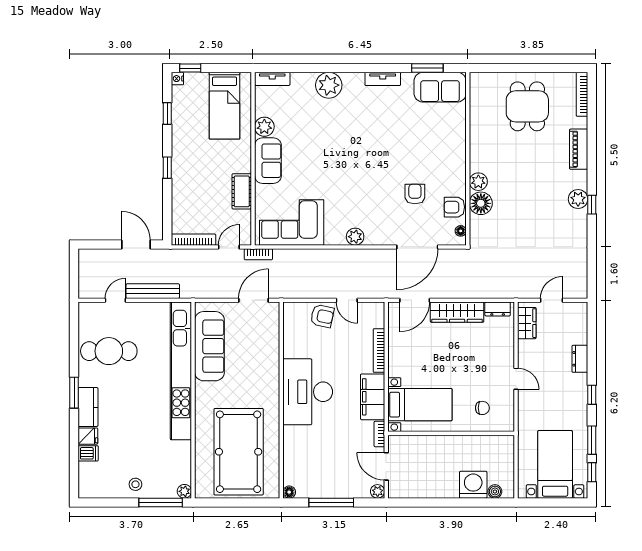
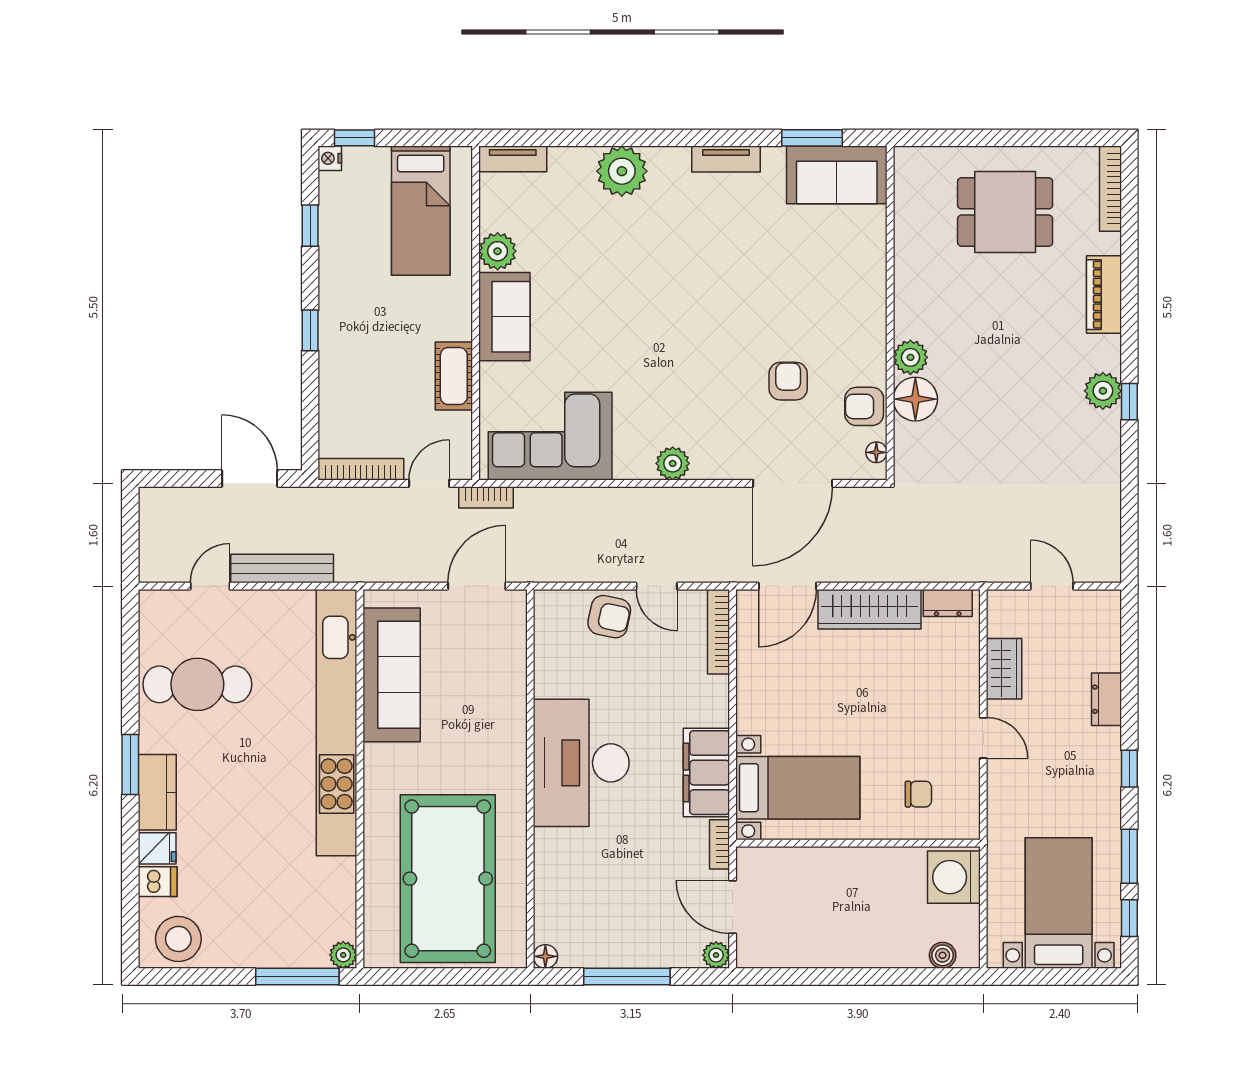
dining table: (527, 106) -> (1005, 212), turned 90
door: (552, 300) -> (1052, 586), hinge flipped
wardrobe: (527, 323) -> (1004, 669), moved
bookcase: (379, 351) -> (719, 632), moved
stool: (135, 484) -> (178, 939), moved, width x1.89, depth x1.89
washing machine: (473, 485) -> (954, 877), moved, turned -90

